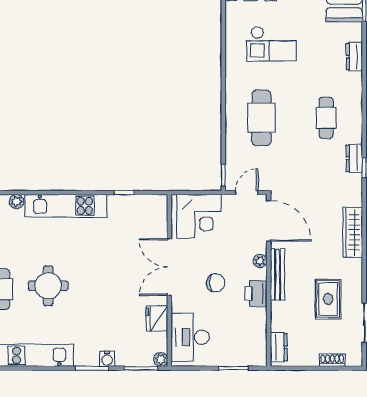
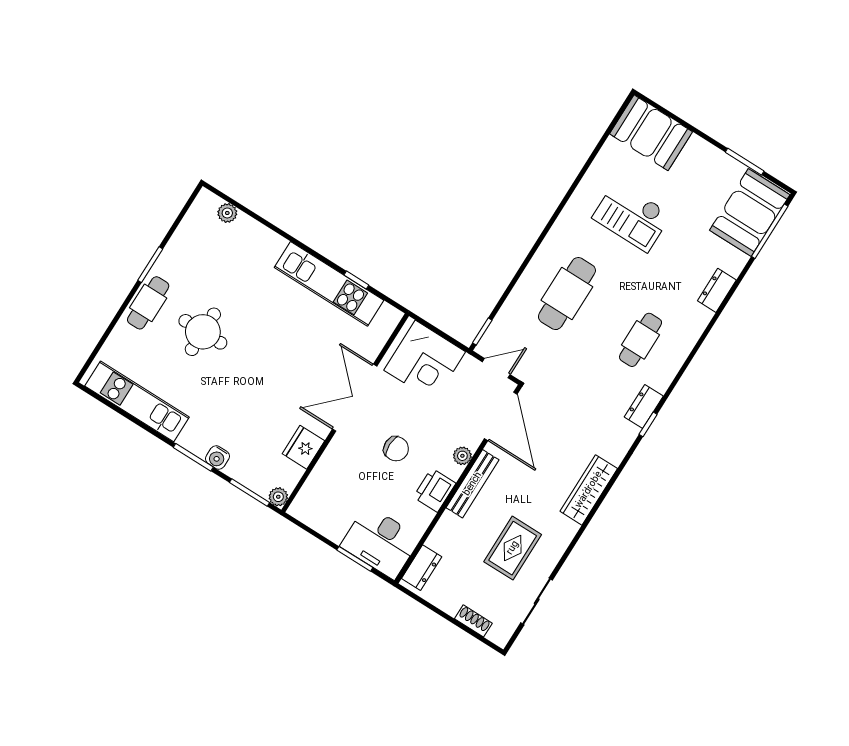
kitchen unit: (66, 206) -> (329, 284), moved
desk: (190, 337) -> (380, 542), moved, turned -90

